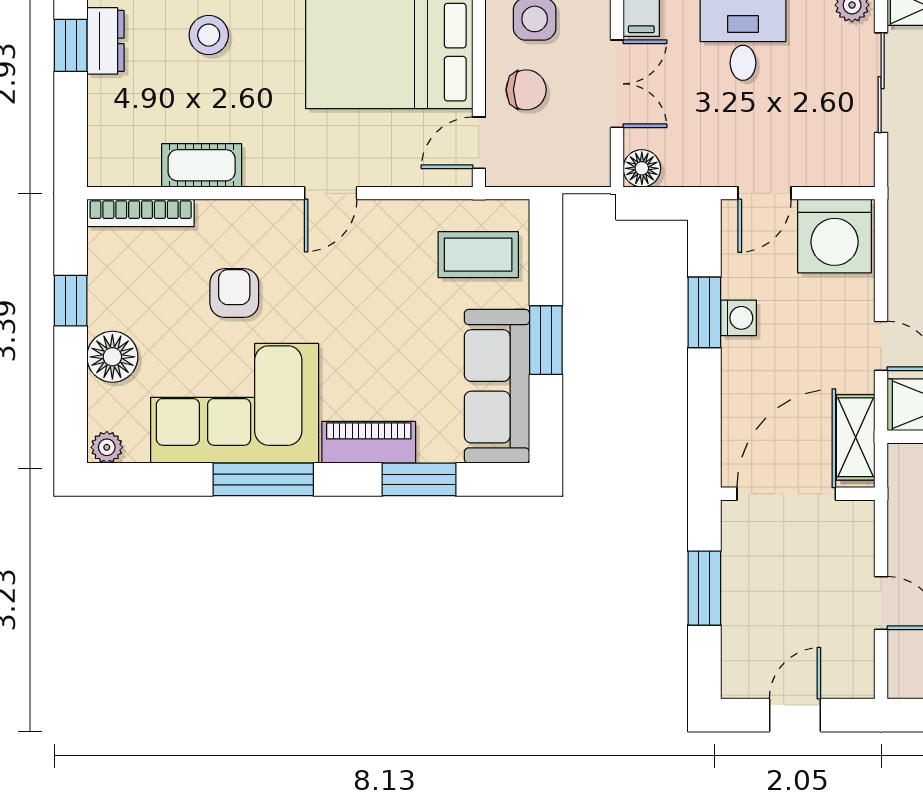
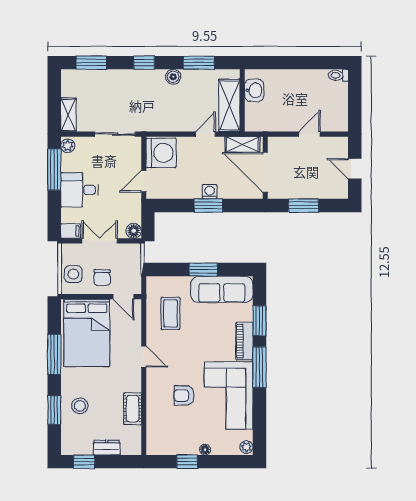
dresser: (106, 41) -> (107, 448), moved
sliding door: (881, 83) -> (115, 134), moved
chair: (526, 90) -> (102, 278), turned 180
door: (765, 193) -> (144, 181), swing flipped
bookcase: (141, 213) -> (152, 433), removed
coffee table: (478, 255) -> (171, 313), moved
window: (704, 312) -> (208, 205), moved
washing machine: (738, 318) -> (210, 192), moved
floor lamp: (112, 357) -> (205, 450), width x0.53, depth x0.53
window: (263, 479) -> (260, 367), moved

